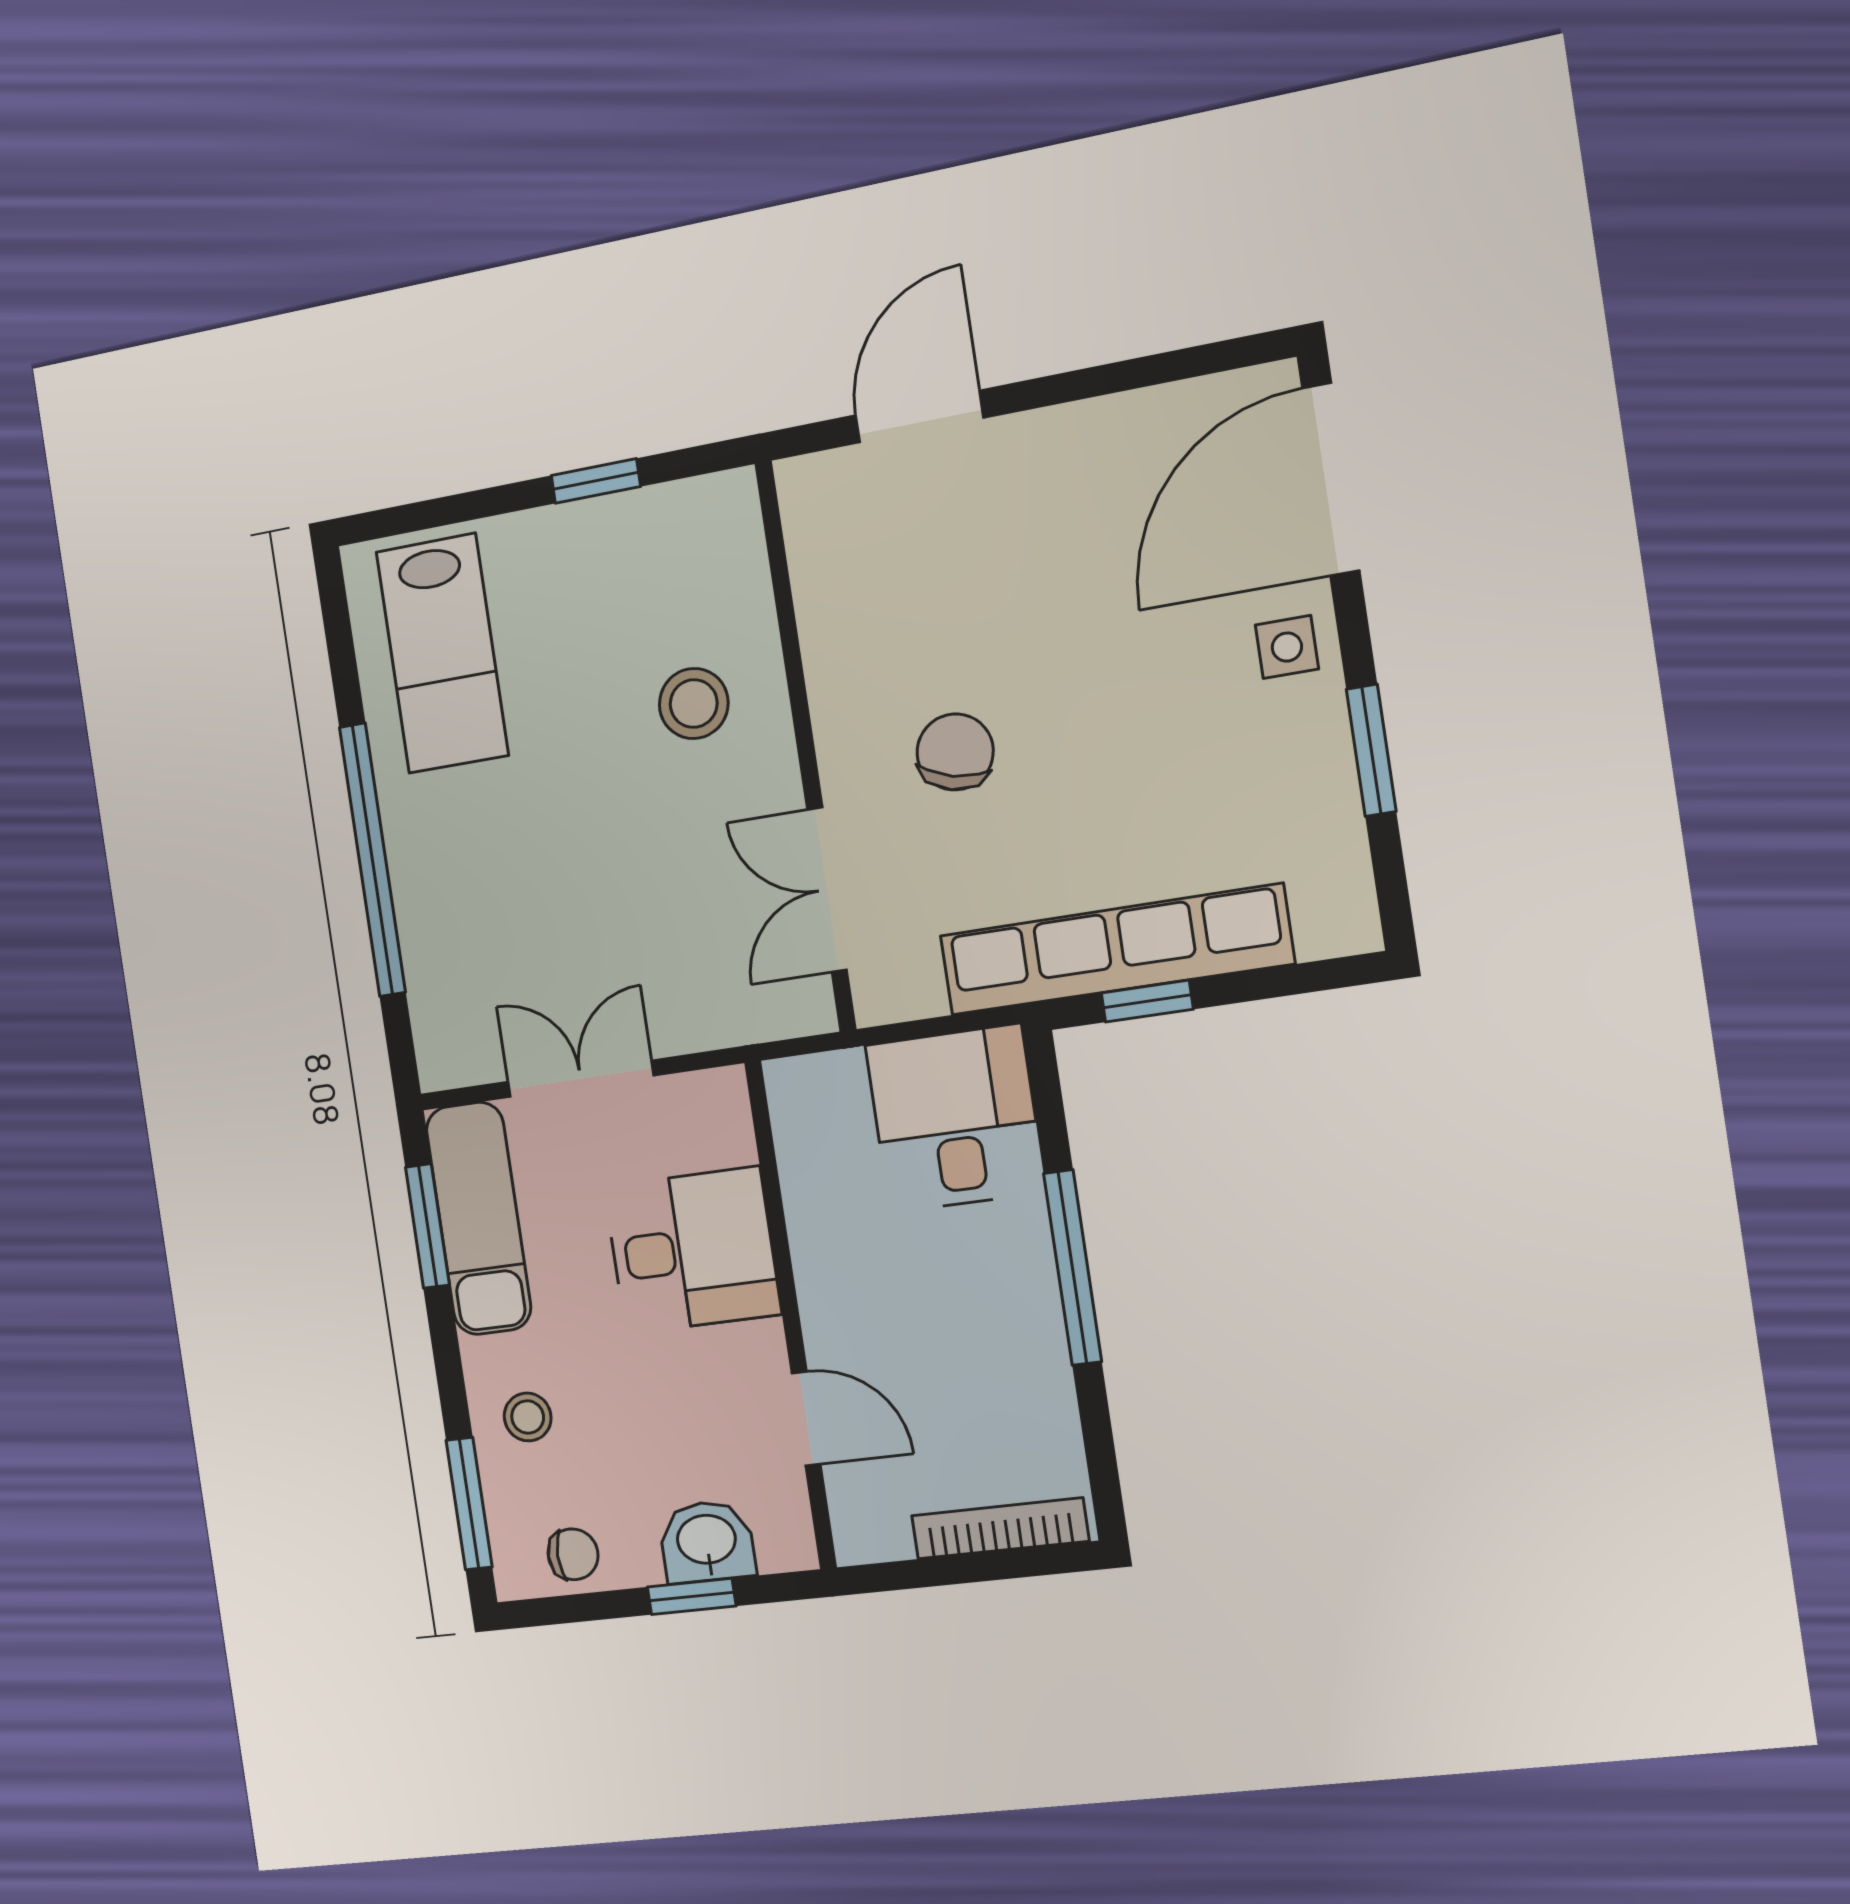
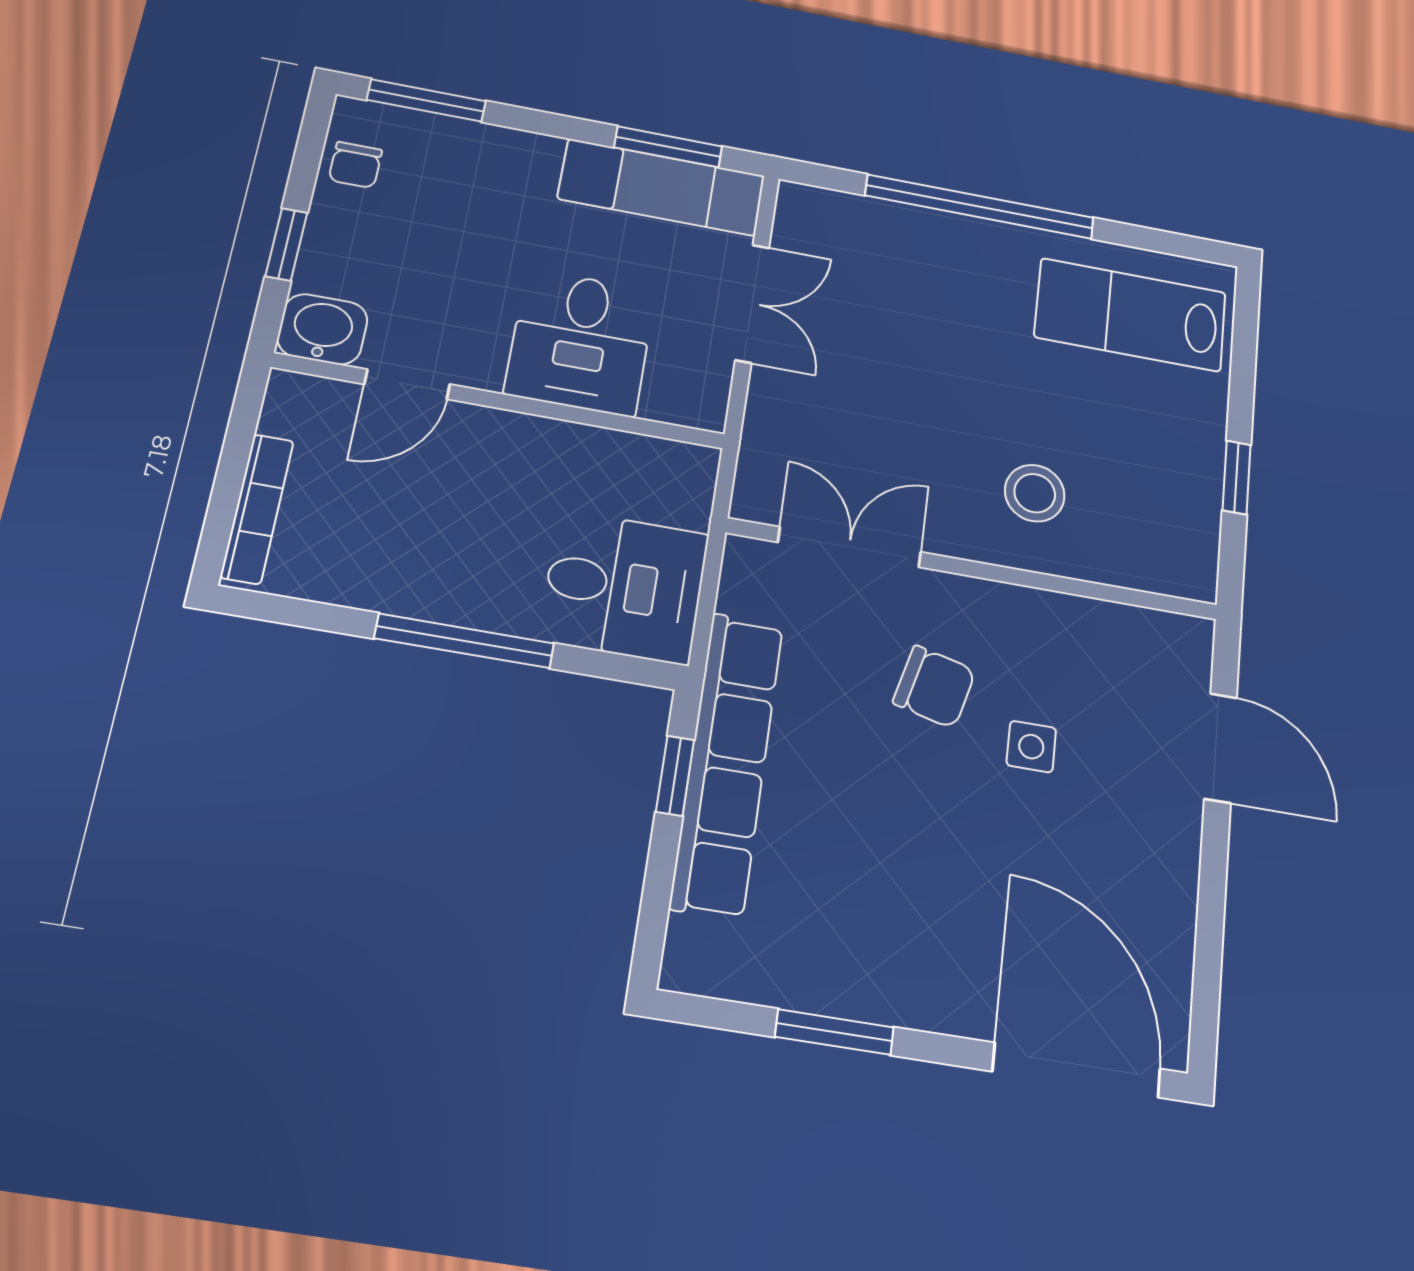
side table: (1287, 647) -> (1031, 747), moved
stool: (528, 1417) -> (483, 169), removed
washbasin: (707, 1542) -> (322, 329), moved, turned -90

